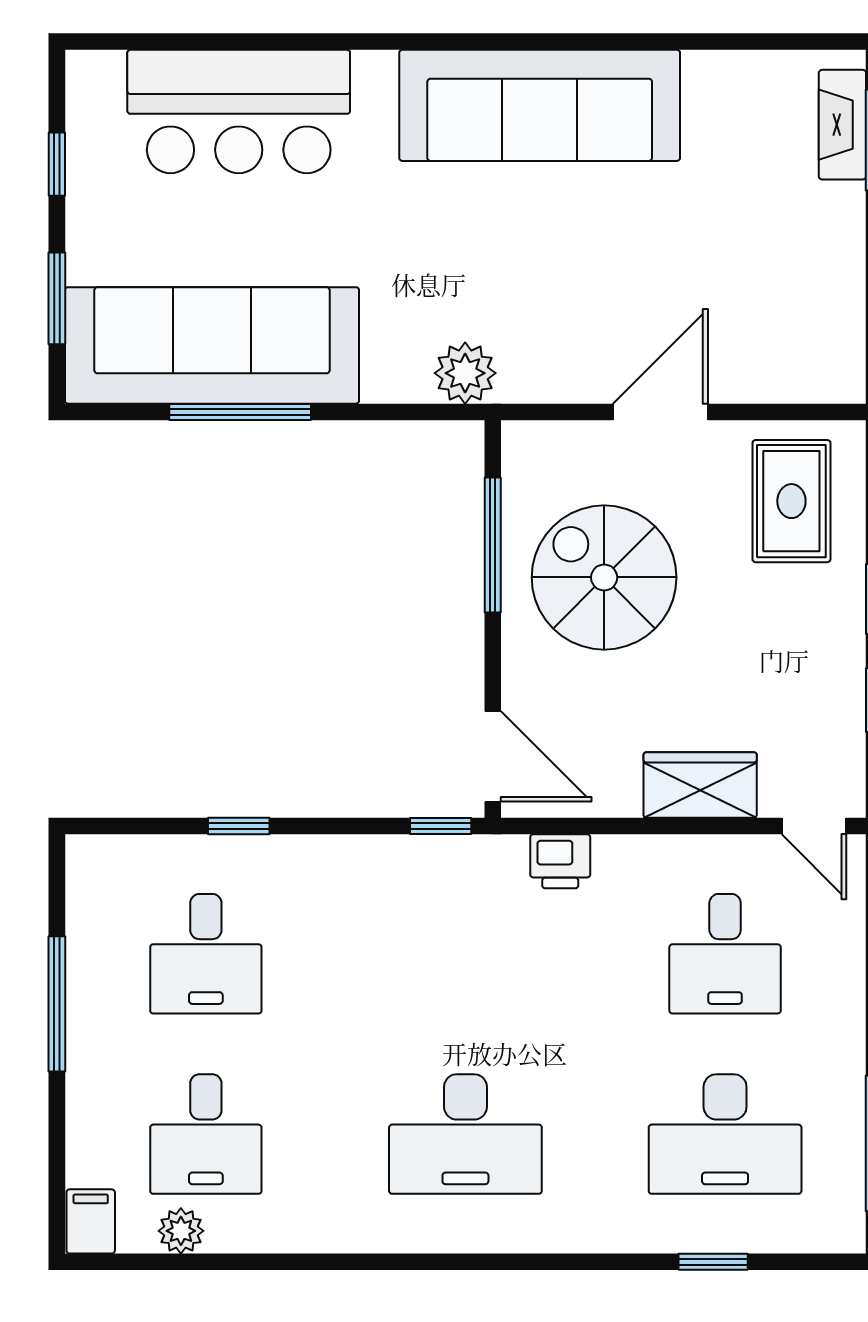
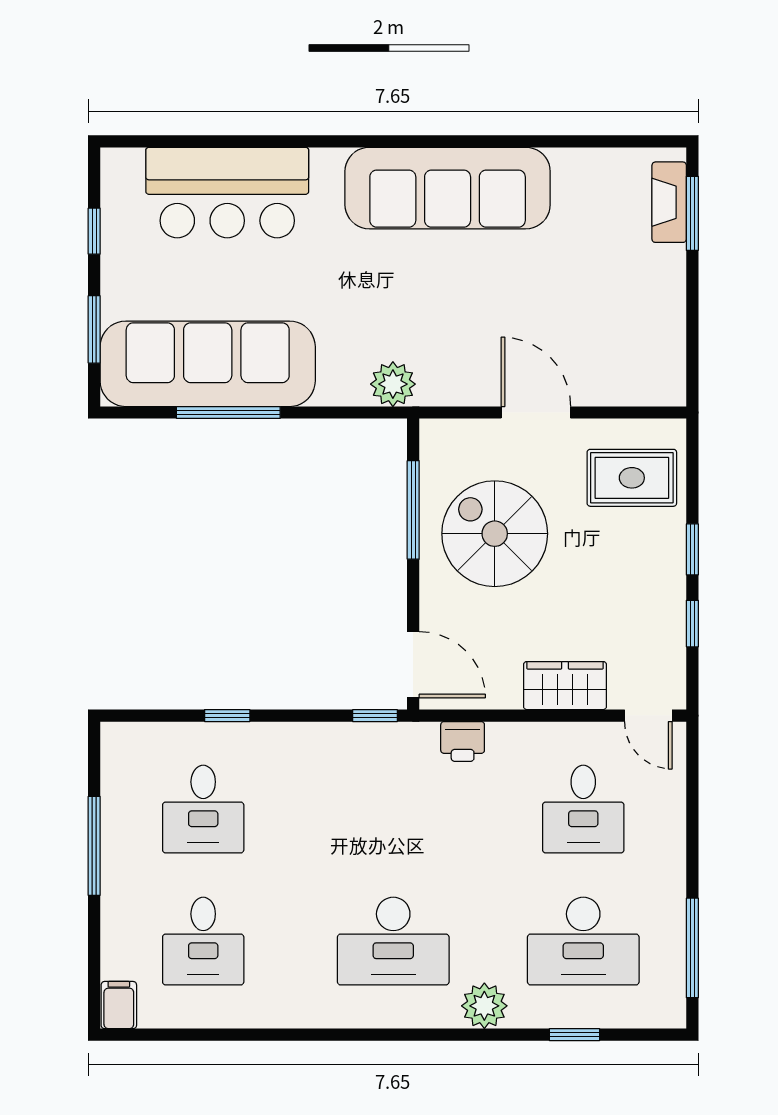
door: (660, 412) -> (536, 413), hinge flipped
rug: (791, 501) -> (632, 478), turned 90
plant: (181, 1231) -> (484, 1006), moved, width x1.38, depth x1.38

